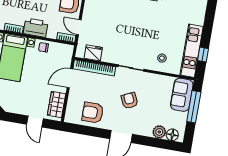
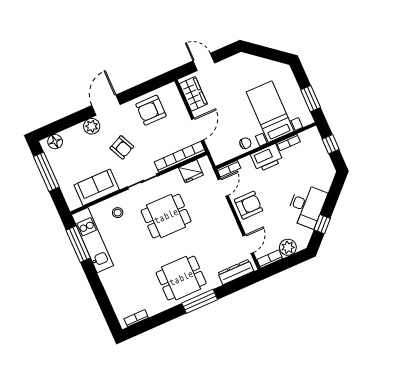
door: (79, 27) -> (223, 187), hinge flipped
dining table: (131, 34) -> (166, 216), added
window: (203, 55) -> (78, 244), width x2.17
sofa: (182, 95) -> (97, 187), moved, turned -90
window: (194, 107) -> (46, 172), moved
armchair: (93, 113) -> (151, 110), turned 180
plant: (159, 132) -> (92, 126), moved

